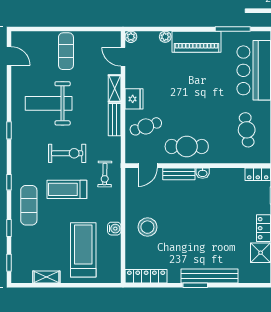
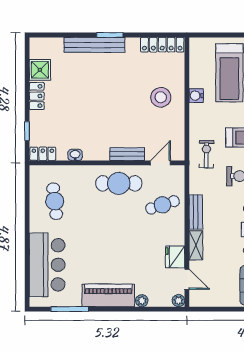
fridge: (134, 99) -> (175, 257), moved
washbasin: (203, 173) -> (75, 155), moved

